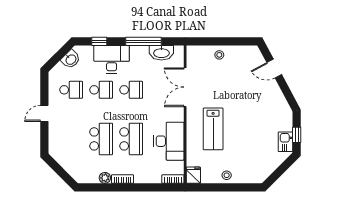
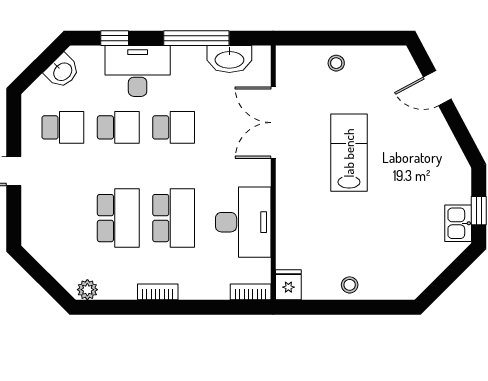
lab bench: (213, 129) -> (349, 153), moved, turned 180
plant: (105, 178) -> (87, 290), moved

